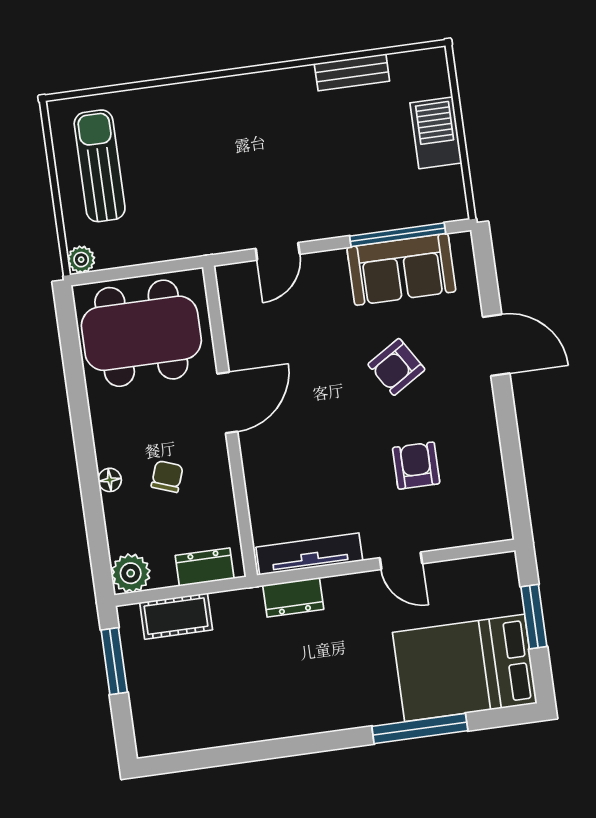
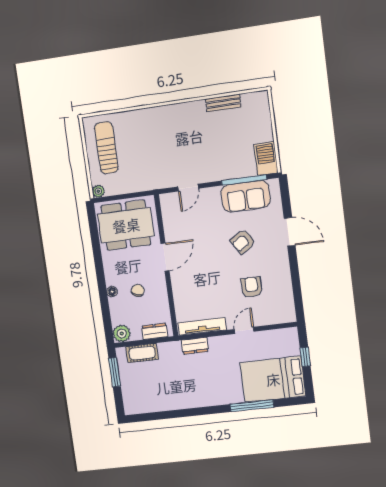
barbecue: (436, 133) -> (266, 159), moved
door: (401, 561) -> (244, 330), swing flipped
window: (534, 617) -> (305, 357), width x0.67

